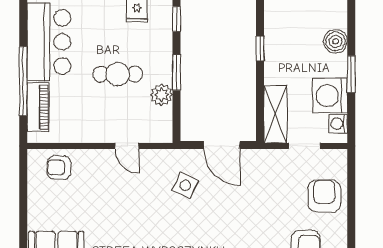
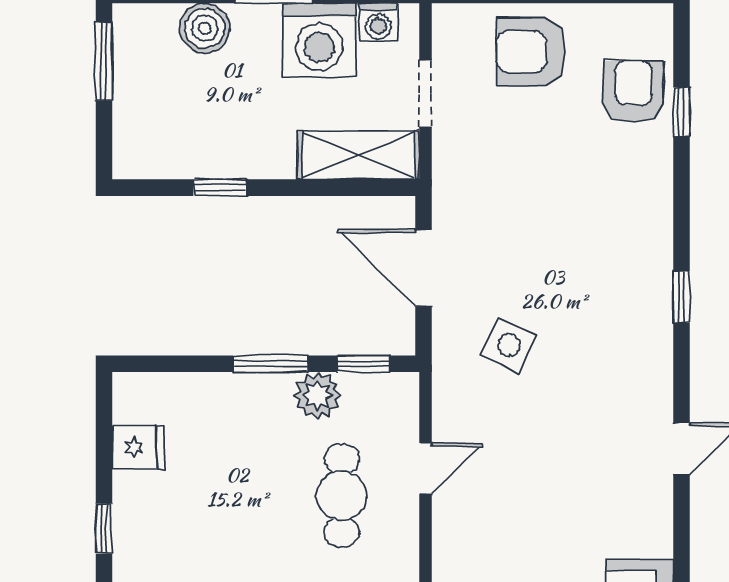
window: (177, 19) -> (363, 364), moved
cafe table: (118, 74) -> (342, 496), moved
door: (222, 145) -> (423, 268), swing flipped

